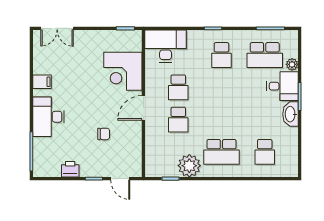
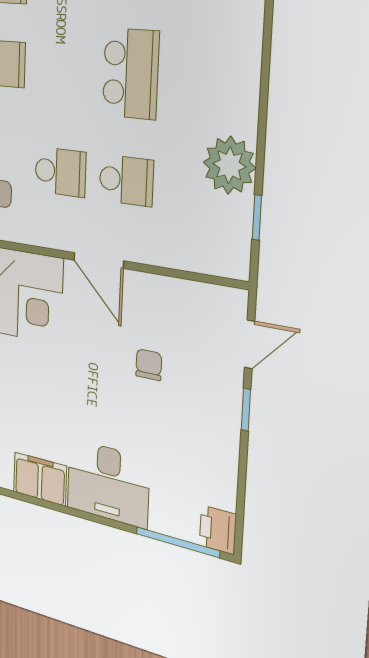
filing cabinet: (42, 82) -> (40, 479), width x2.00
school desk: (221, 152) -> (131, 74), moved
printer: (70, 169) -> (218, 530), moved

